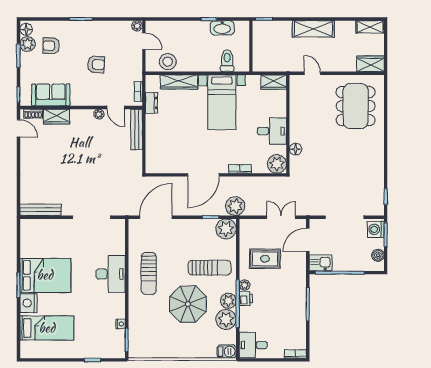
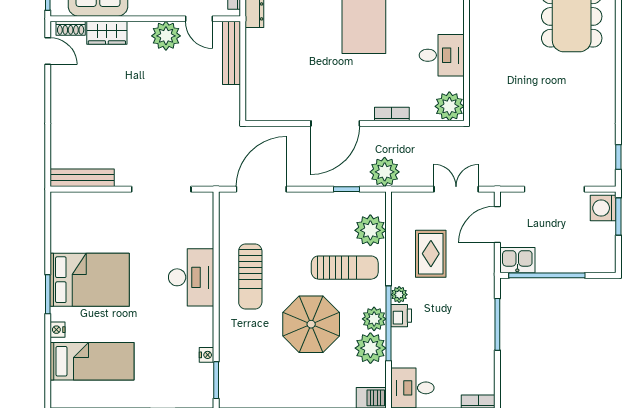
plant: (99, 114) -> (166, 36), width x1.88, depth x1.88
floor lamp: (296, 149) -> (478, 83), removed
plant: (226, 229) -> (370, 230), moved
boiler: (378, 255) -> (606, 248), removed
rug: (265, 259) -> (431, 254), turned 90
nightstand: (29, 303) -> (58, 330), width x0.53, depth x0.56

